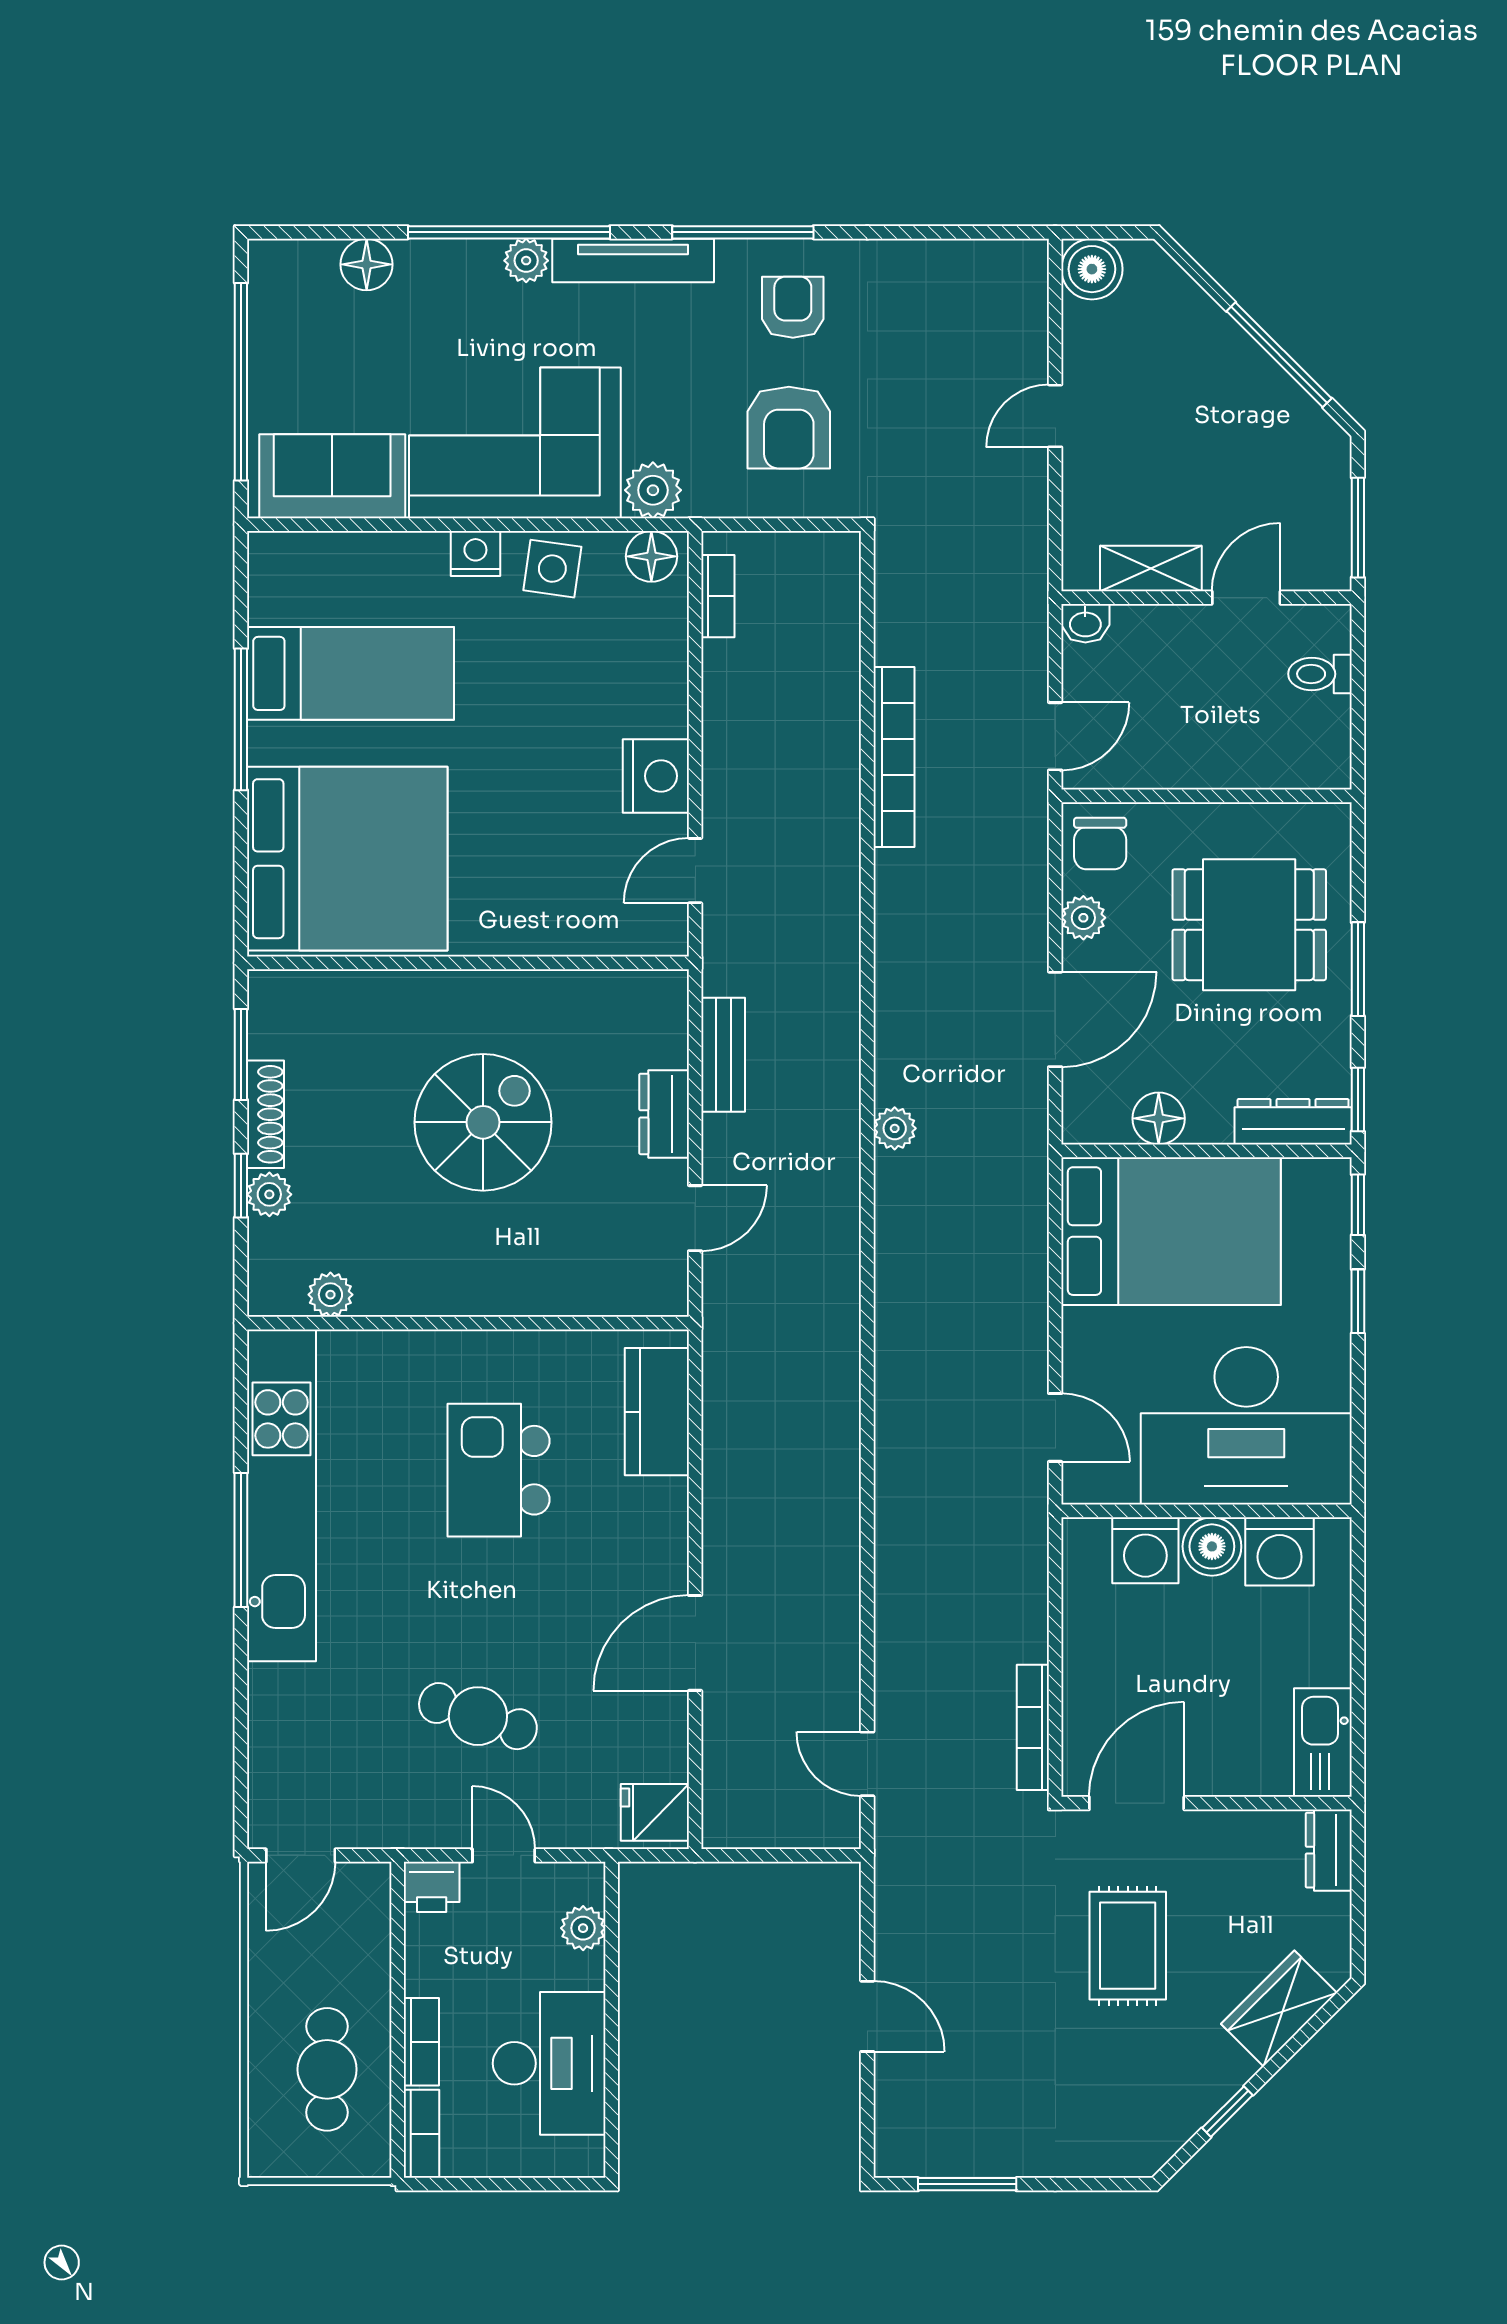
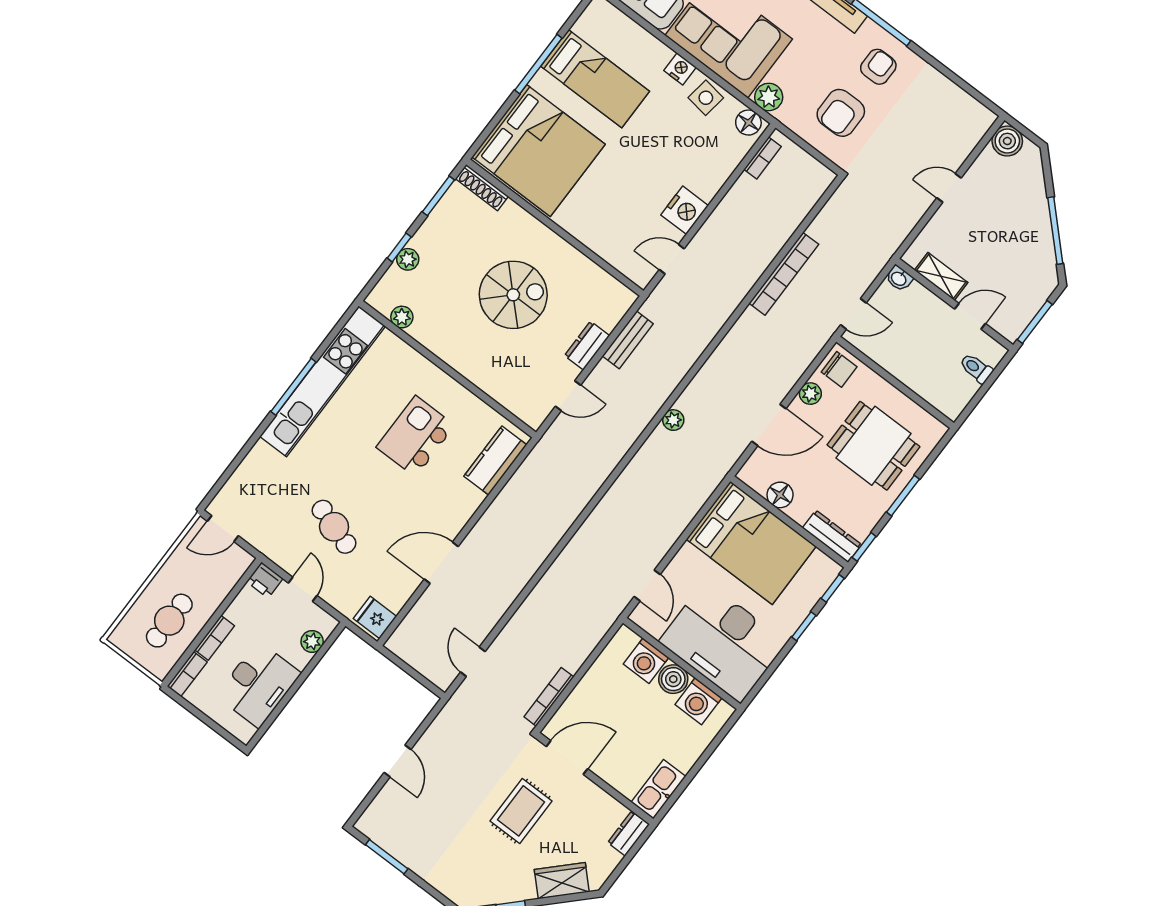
chair: (1100, 843) -> (839, 369), turned -90
shoe rack: (266, 1114) -> (482, 187), moved, turned 90

